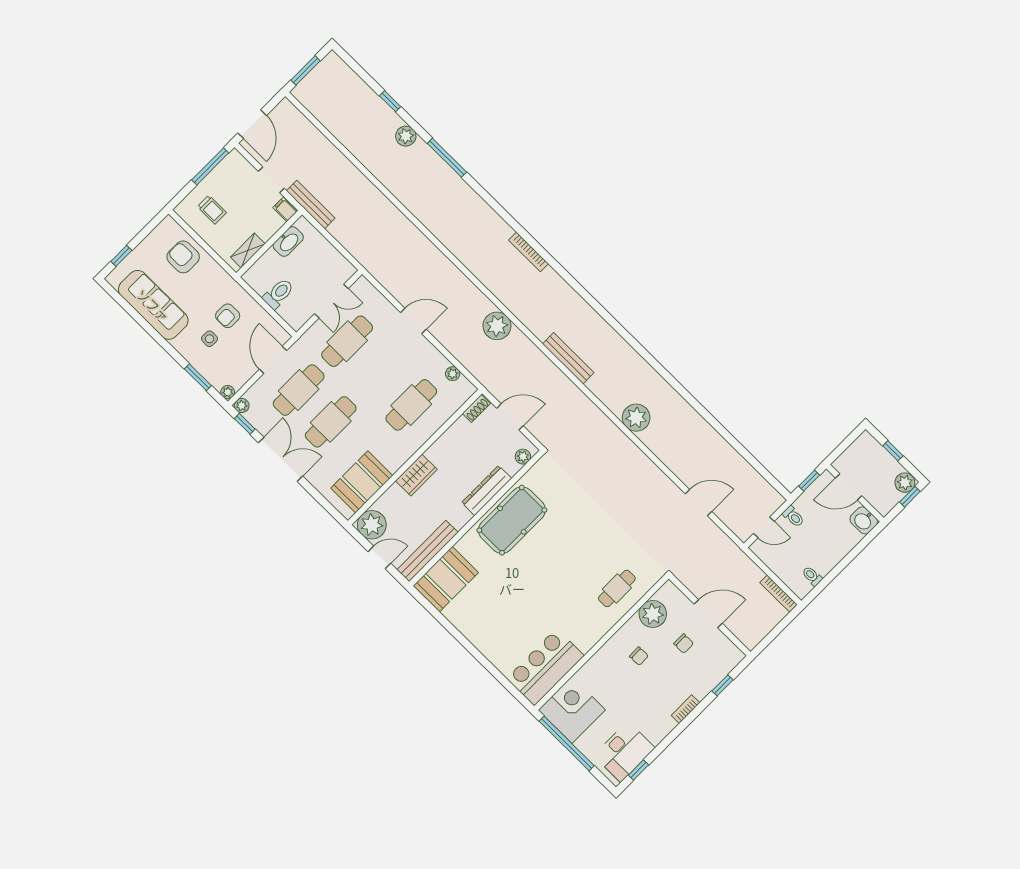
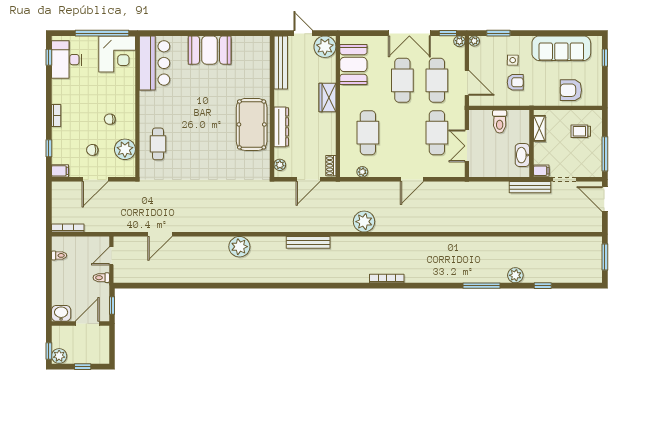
armchair: (183, 257) -> (571, 90), turned 180
armchair: (228, 316) -> (515, 82), turned 90
door: (379, 557) -> (303, 33), swing flipped
booth: (446, 579) -> (210, 50), moved, turned 90
filing cabinet: (733, 654) -> (60, 171), added

